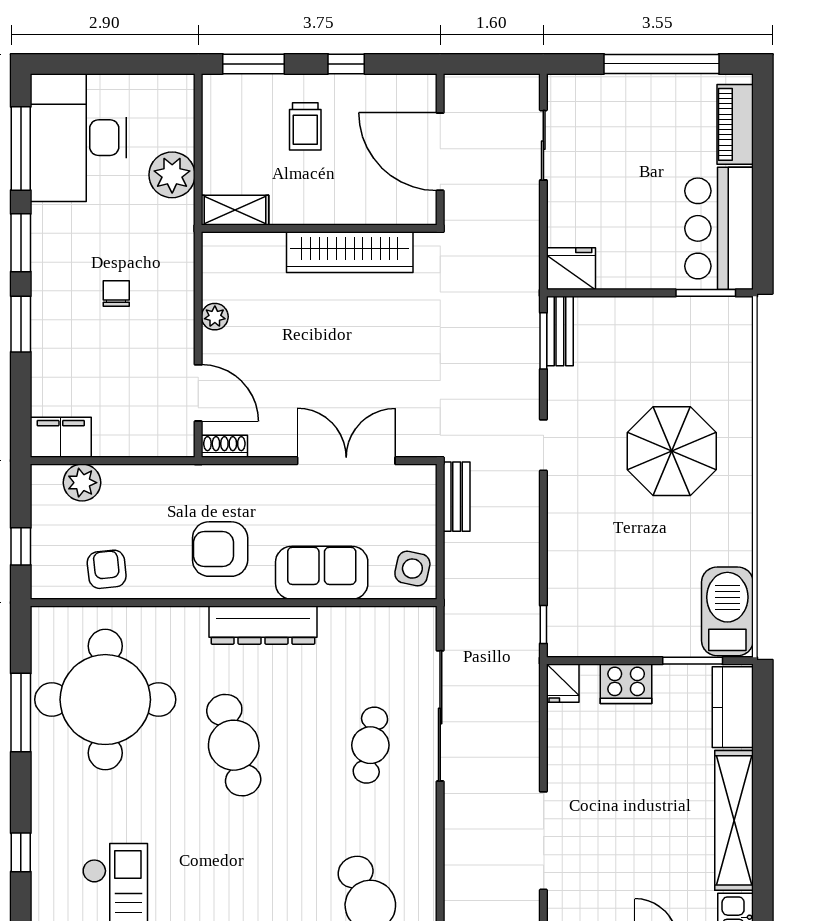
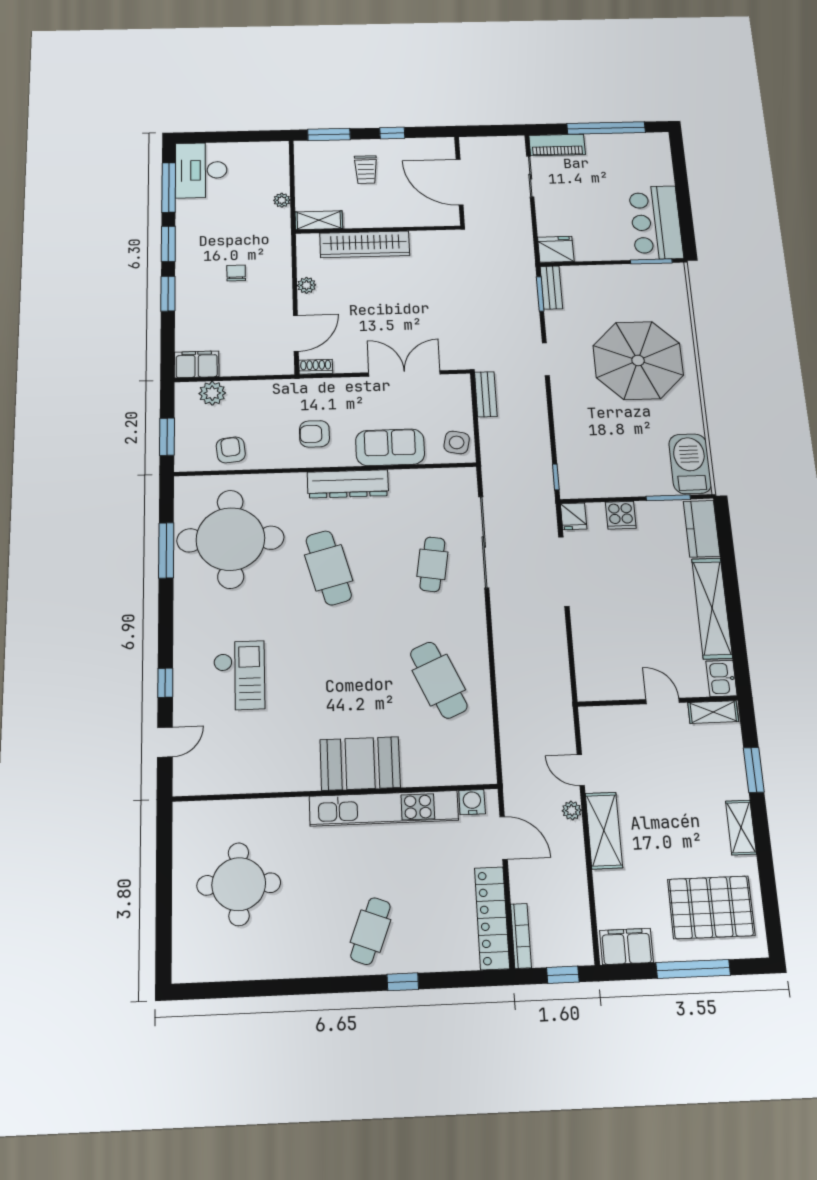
piano: (735, 124) -> (557, 145), moved, turned -90
desk: (78, 138) -> (201, 170), width x0.73, depth x0.77
plant: (172, 175) -> (282, 200), width x0.53, depth x0.53
wardrobe: (350, 252) -> (365, 244), moved
door: (198, 393) -> (296, 333), hinge flipped
parasol: (672, 451) -> (638, 360), width x1.36, depth x1.36
window: (21, 546) -> (167, 437), width x1.50
armchair: (220, 549) -> (314, 434), width x0.72, depth x0.72
cooker: (626, 684) -> (621, 515), width x0.73
doorway: (543, 841) -> (564, 571), moved
window: (21, 852) -> (165, 683), moved

